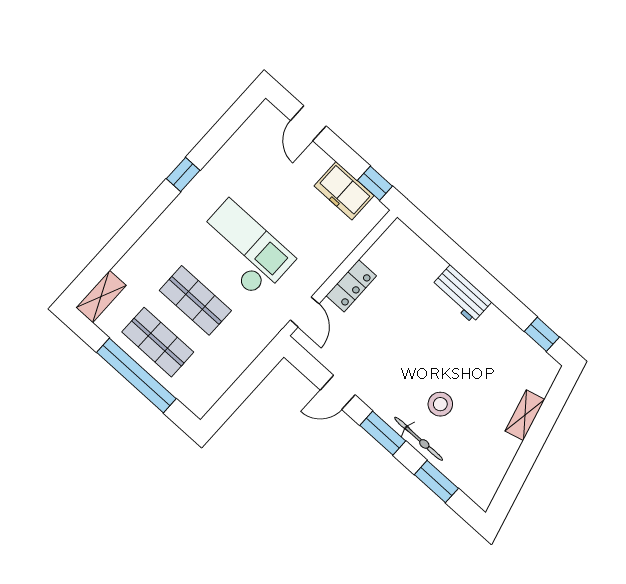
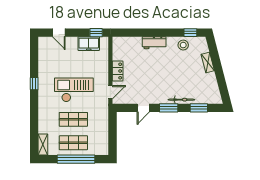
door: (305, 312) -> (110, 92), hinge flipped
stool: (440, 404) -> (183, 45), moved

